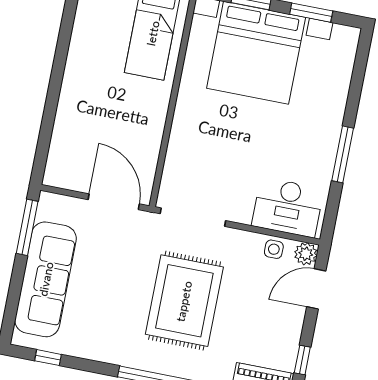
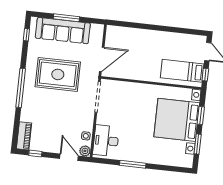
window: (27, 227) -> (66, 18), moved
rug: (184, 301) -> (58, 74), moved

